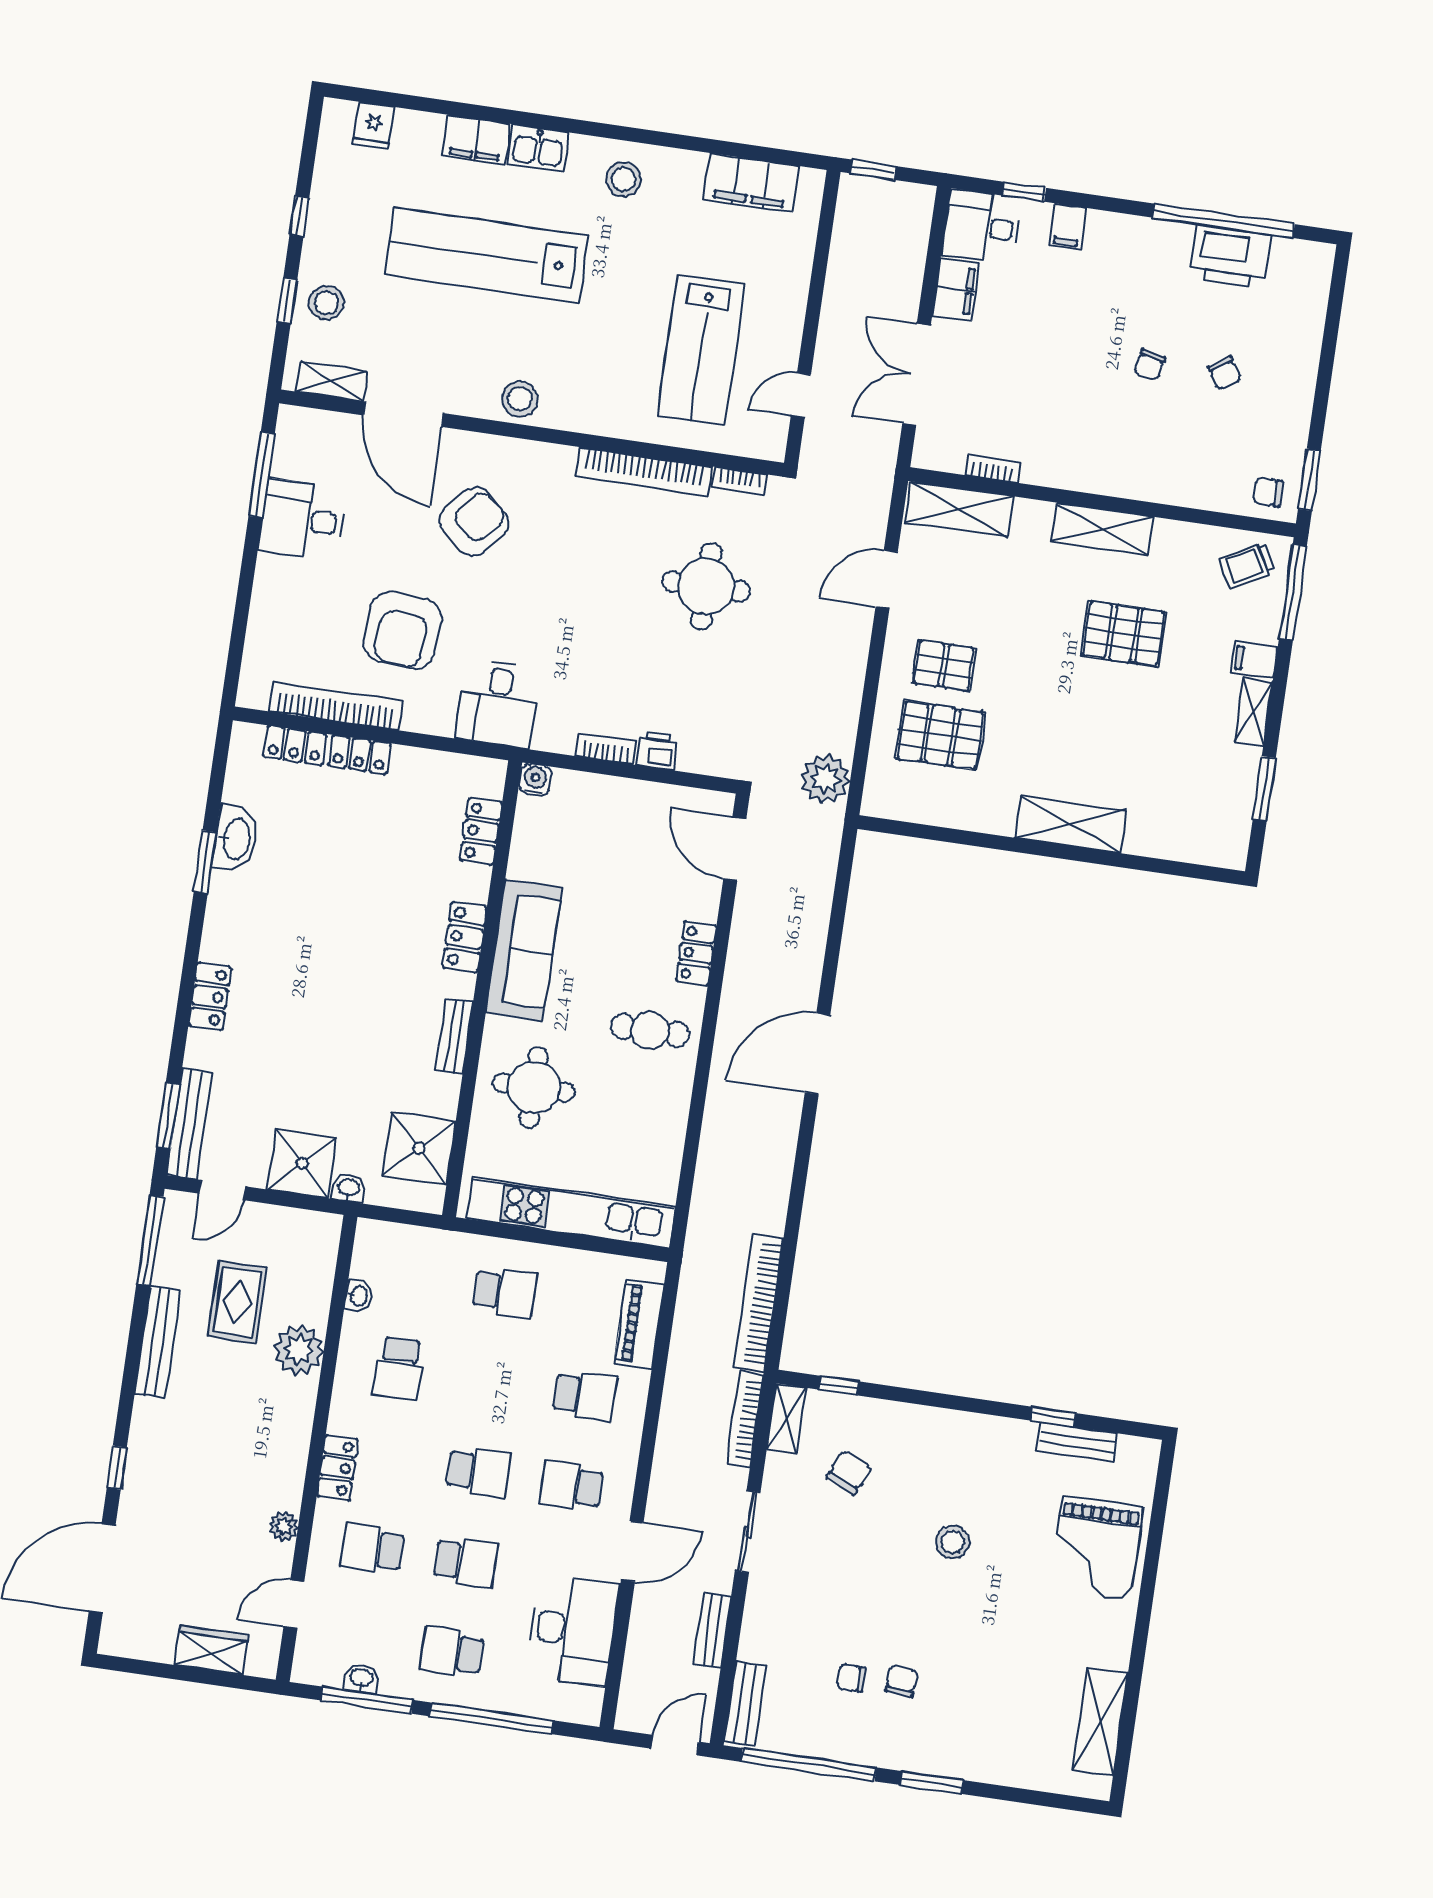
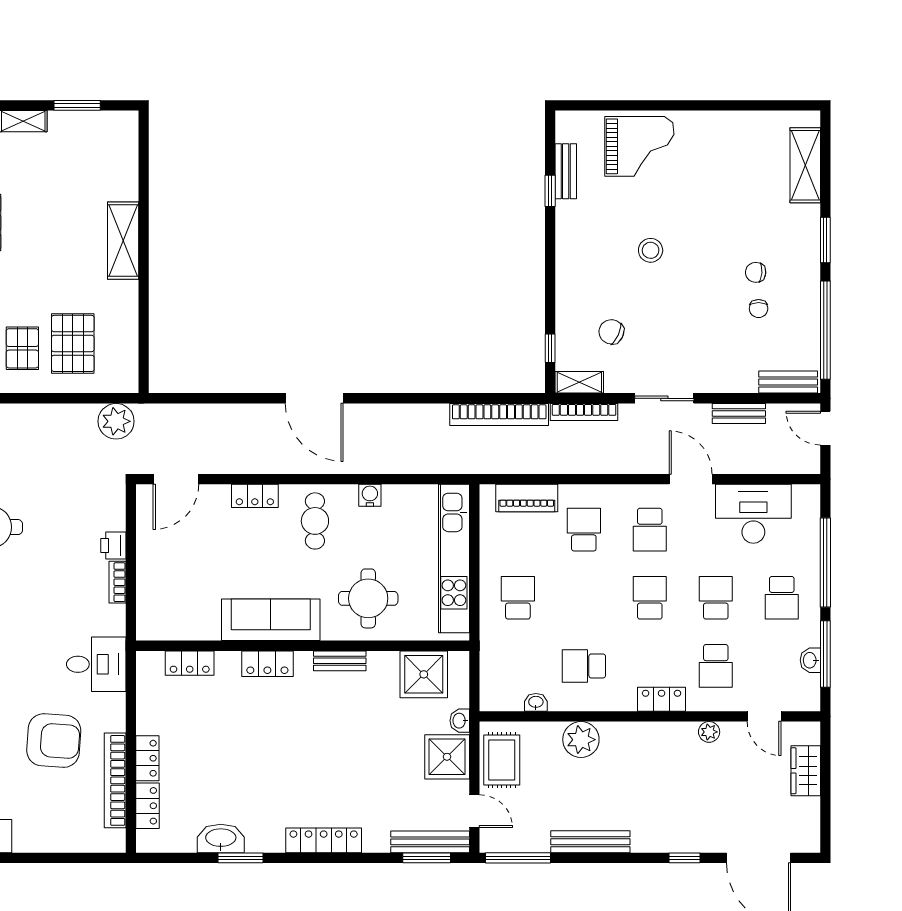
water cooler: (535, 780) -> (370, 495), moved, turned 90
locker: (210, 996) -> (324, 840), width x1.53
rug: (237, 1302) -> (502, 760), moved, turned 90
school desk: (399, 1368) -> (584, 666), turned 180
shelving: (1100, 1721) -> (805, 165), moved, turned 90

